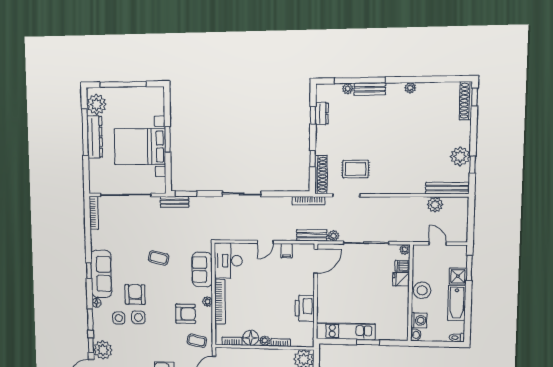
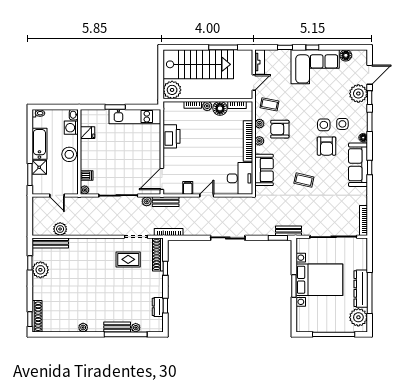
fridge: (401, 279) -> (87, 133), moved
plant: (207, 320) -> (259, 124), added

